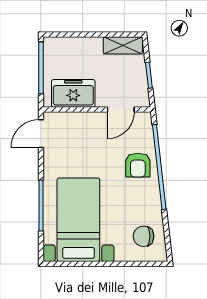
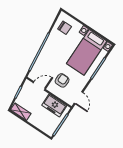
door: (41, 134) -> (79, 98), hinge flipped
armchair: (138, 165) -> (62, 80), moved

